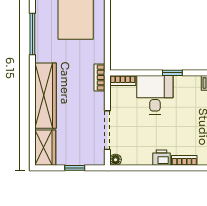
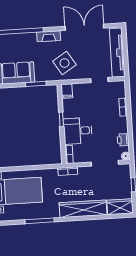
printer: (162, 158) -> (123, 140), moved

